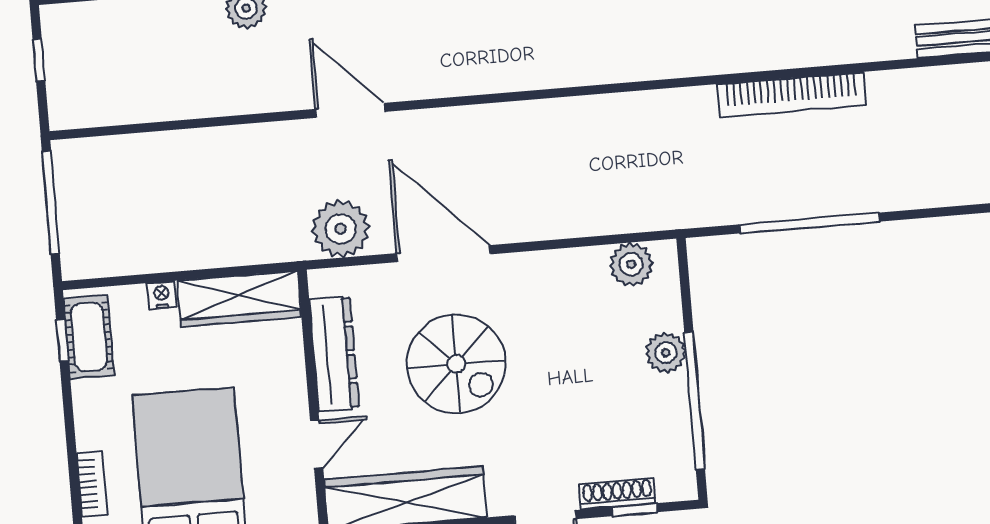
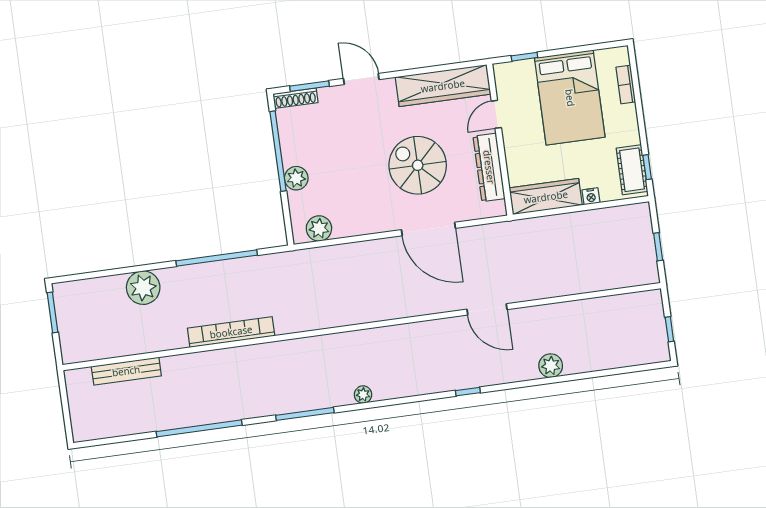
window: (51, 202) -> (658, 247), width x0.46
plant: (341, 229) -> (143, 288), moved
shoe rack: (617, 494) -> (295, 98), moved
window: (635, 510) -> (309, 86), width x1.50

